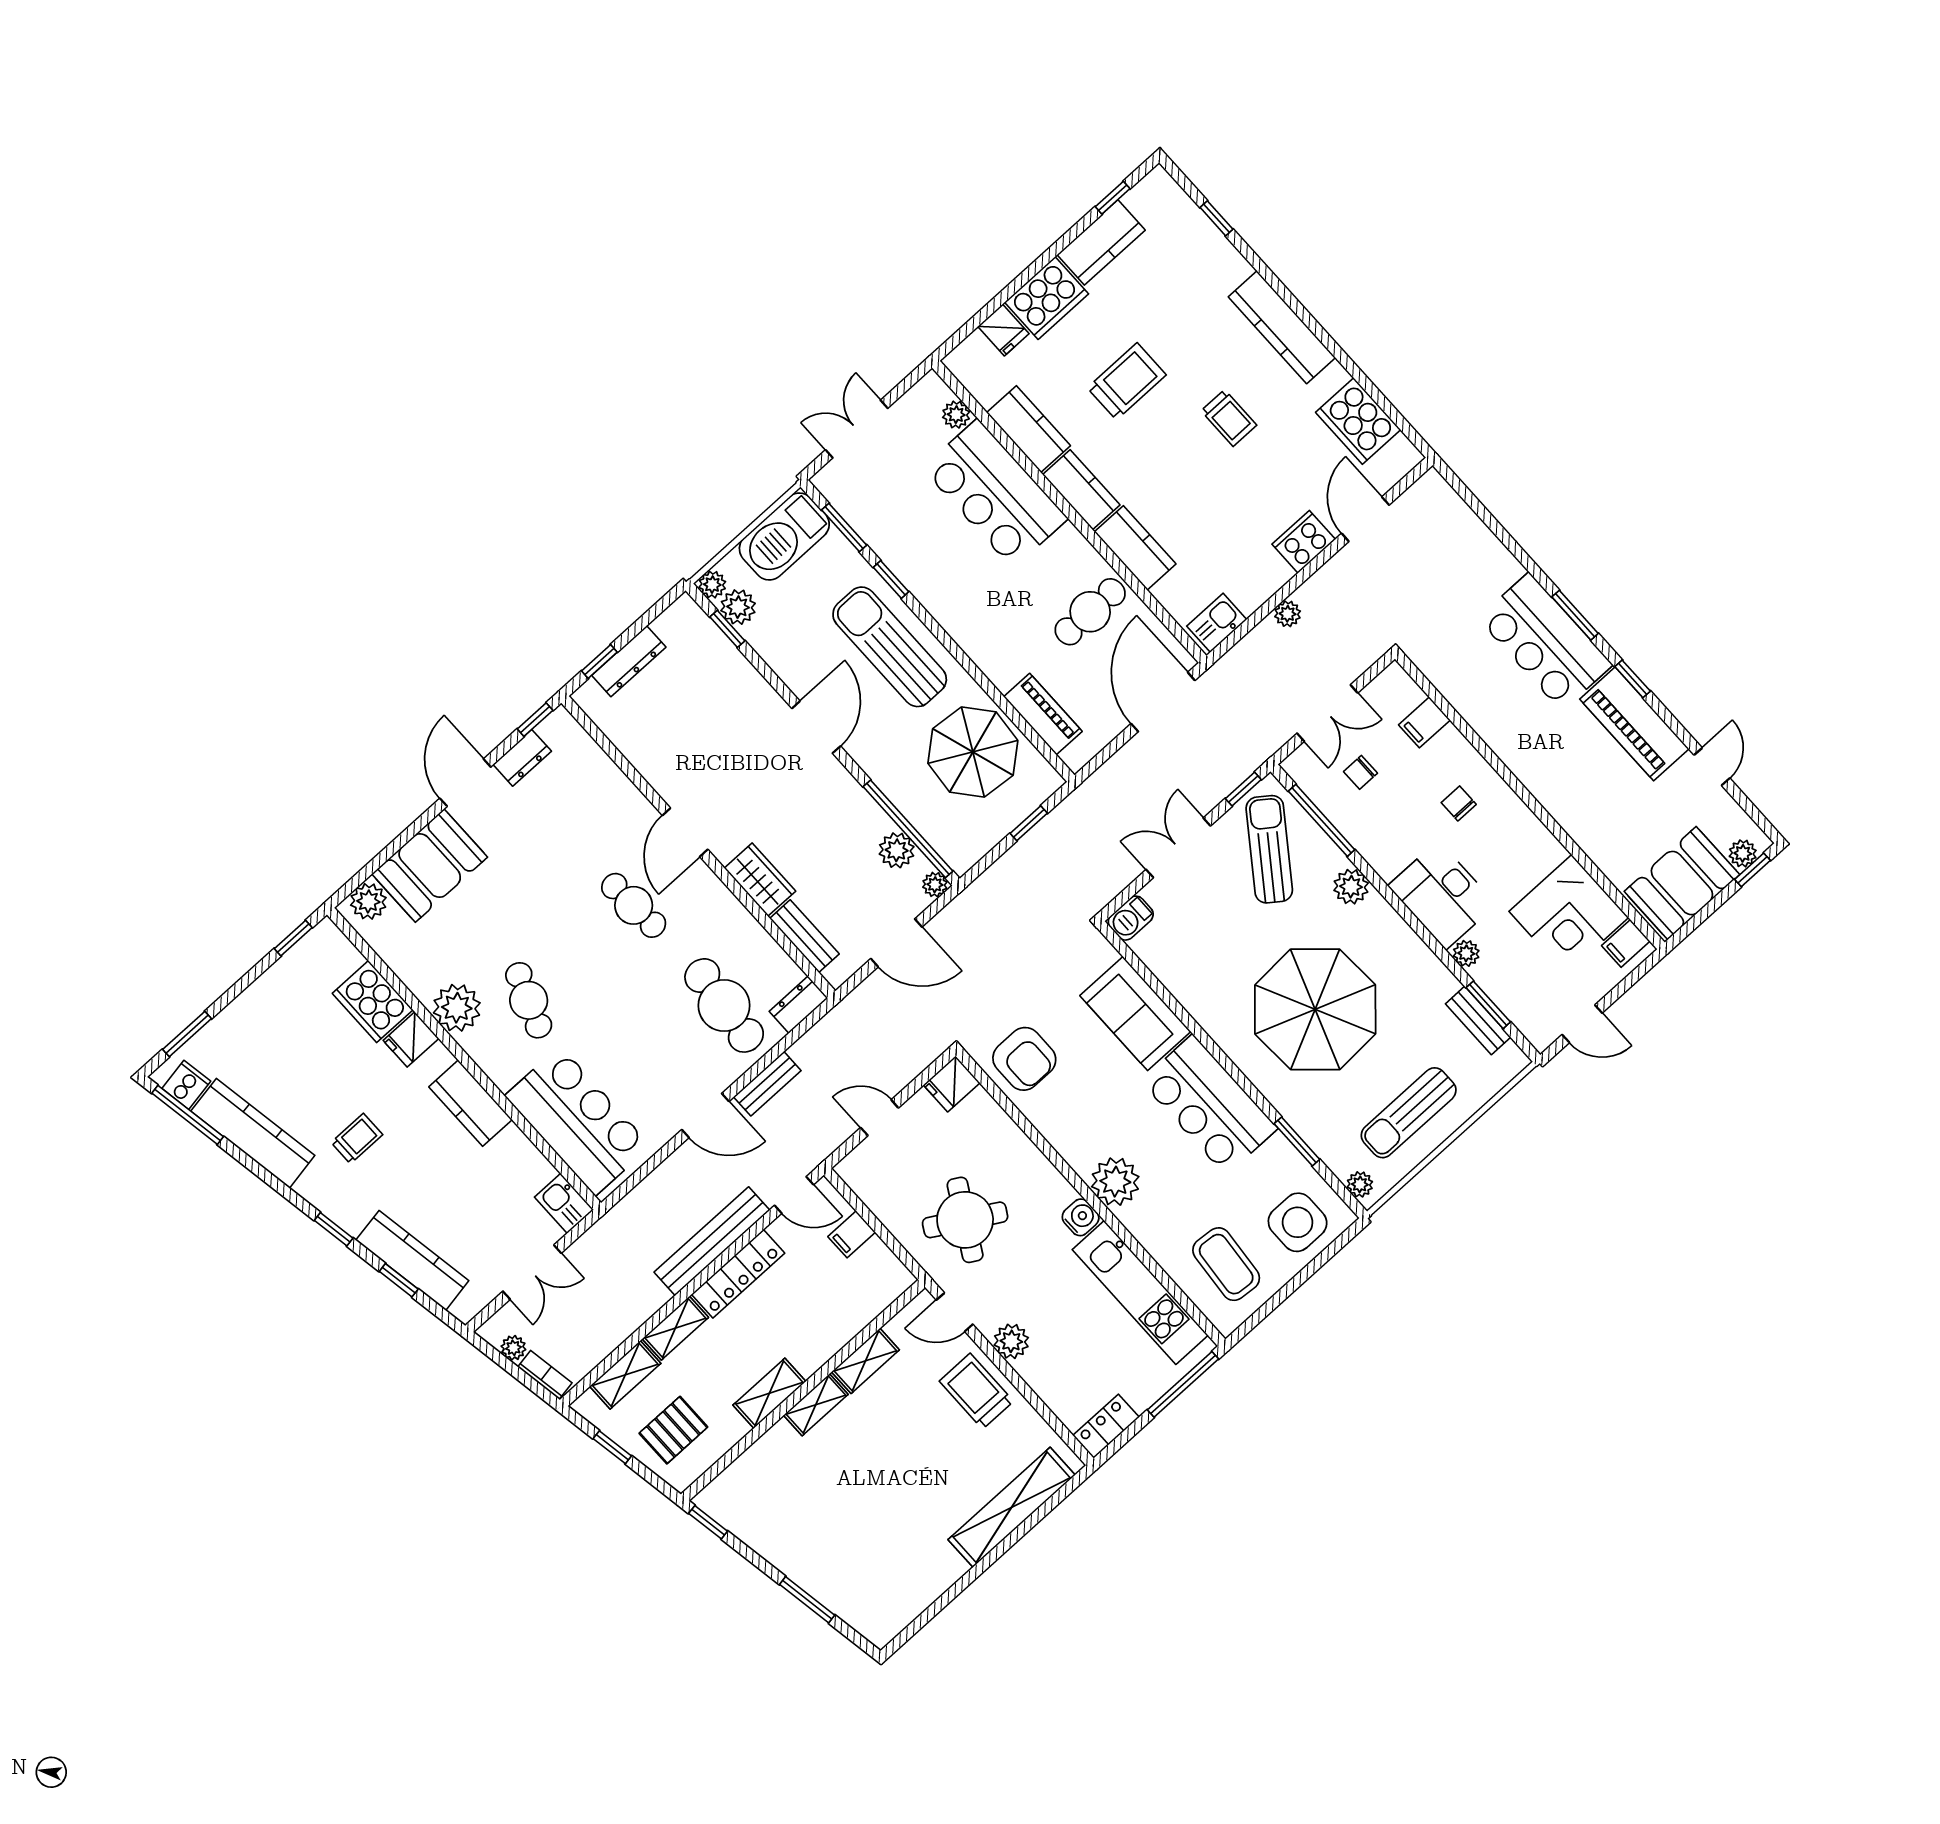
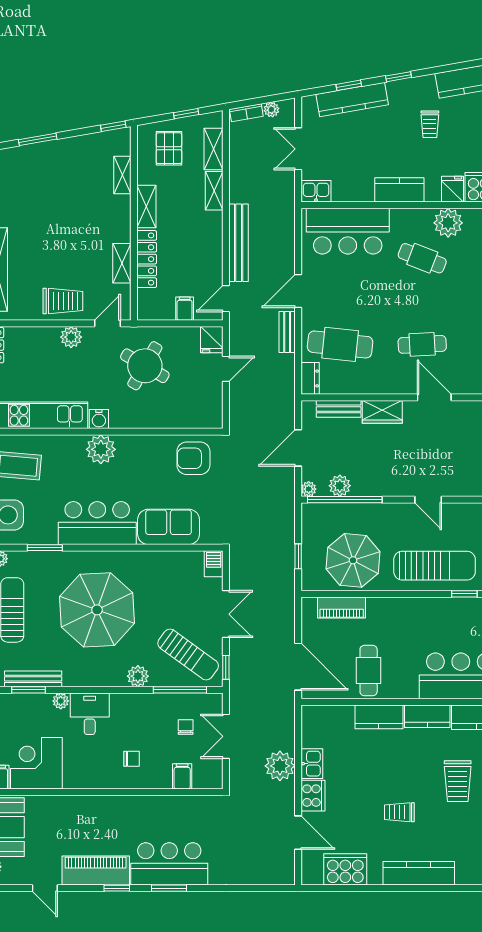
plant: (1288, 614) -> (280, 766), width x1.88, depth x1.88
kitchen sink: (1217, 623) -> (312, 764), moved
door: (816, 727) -> (428, 500), width x0.73
desk: (1442, 895) -> (90, 714), width x0.73
bench: (1478, 1021) -> (33, 679), width x1.36
fridge: (952, 1084) -> (212, 340), moved, turned 180
locker: (738, 1274) -> (147, 259), moved, turned 180
shelving: (816, 1405) -> (122, 175), moved

